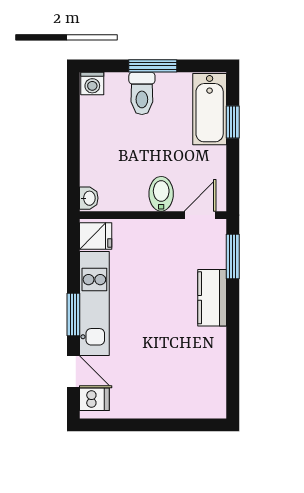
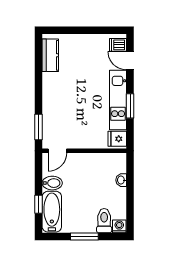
toilet: (142, 93) -> (104, 221), moved
bidet: (161, 194) -> (52, 183), moved, turned -90
washbasin: (89, 198) -> (121, 180), moved
kitchen counter: (212, 298) -> (50, 55), moved
window: (73, 315) -> (130, 106), moved

